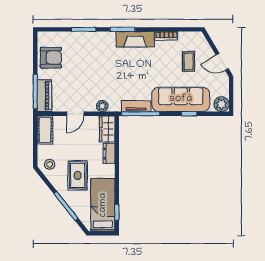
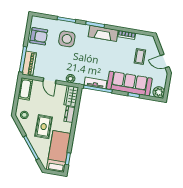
side table: (89, 55) -> (67, 39), added
door: (75, 114) -> (50, 81), hinge flipped

